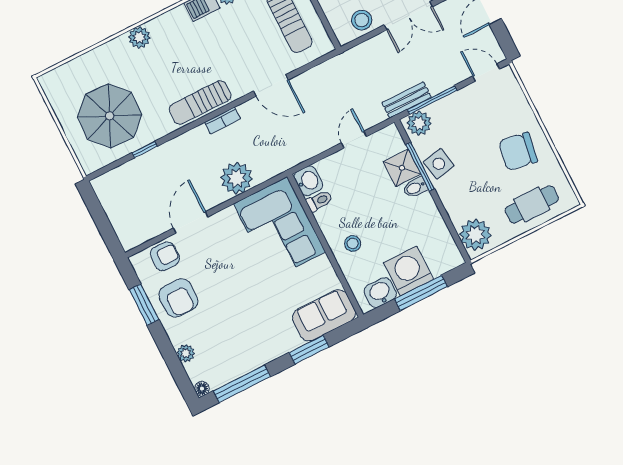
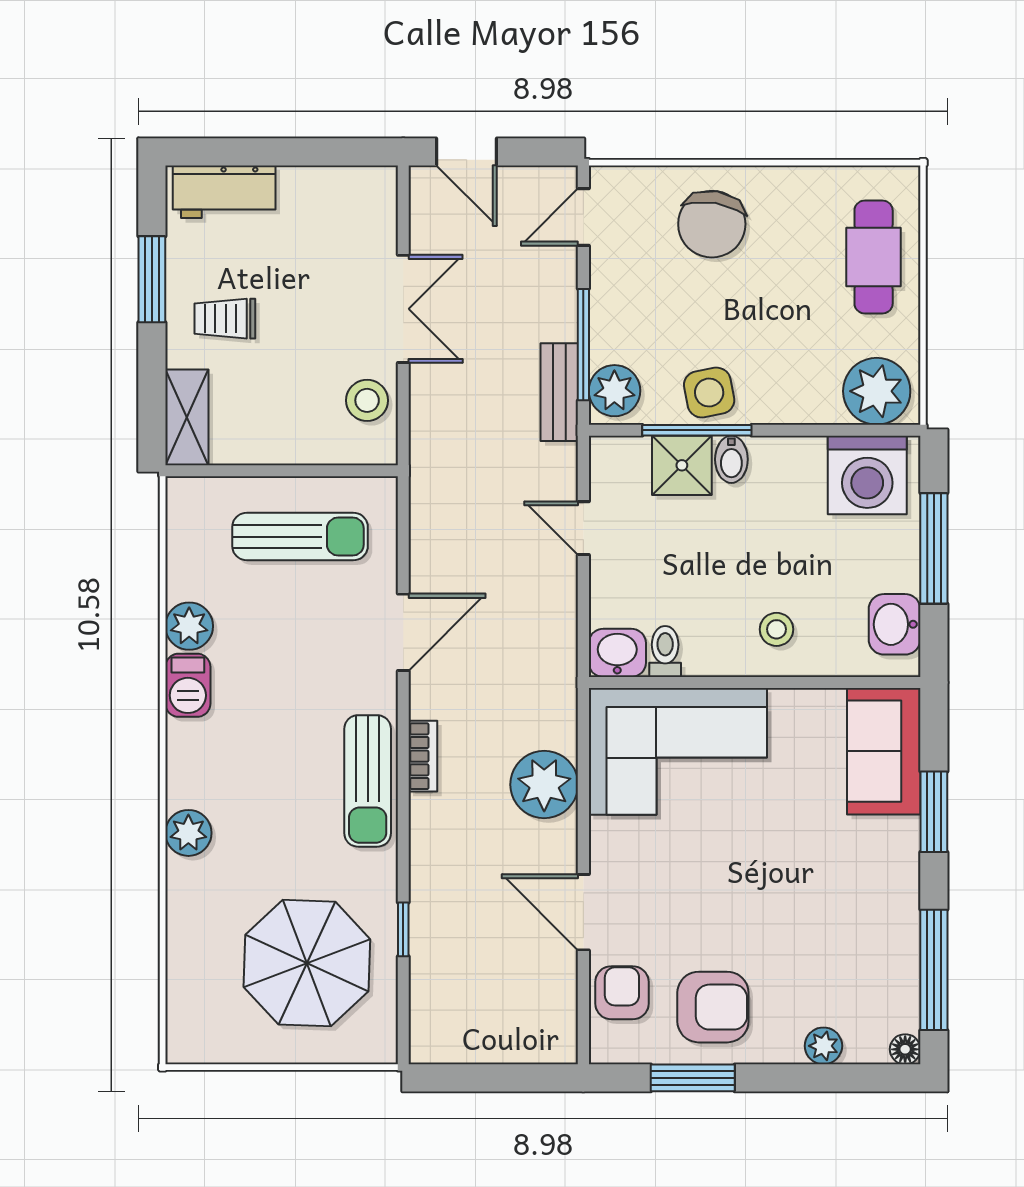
chair: (518, 151) -> (712, 224), moved
washing machine: (408, 271) -> (867, 475), moved, turned -90

